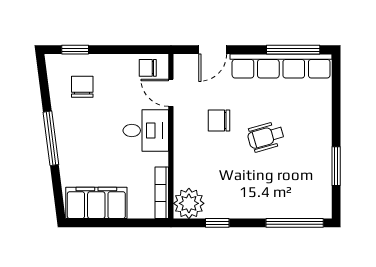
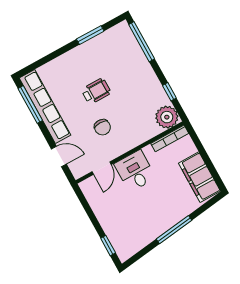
chair: (148, 68) -> (94, 192), removed
chair: (82, 87) -> (129, 228), removed
wheelchair: (266, 137) -> (96, 91), turned -74

